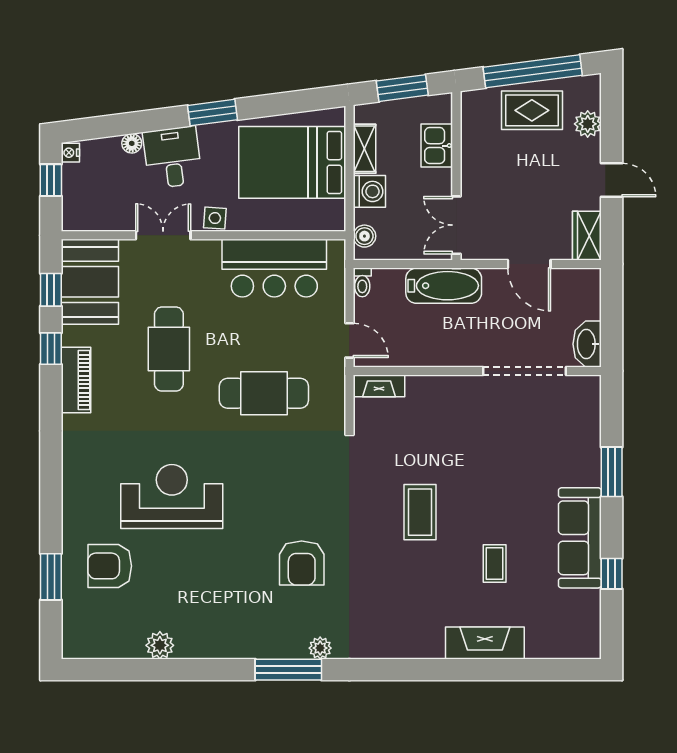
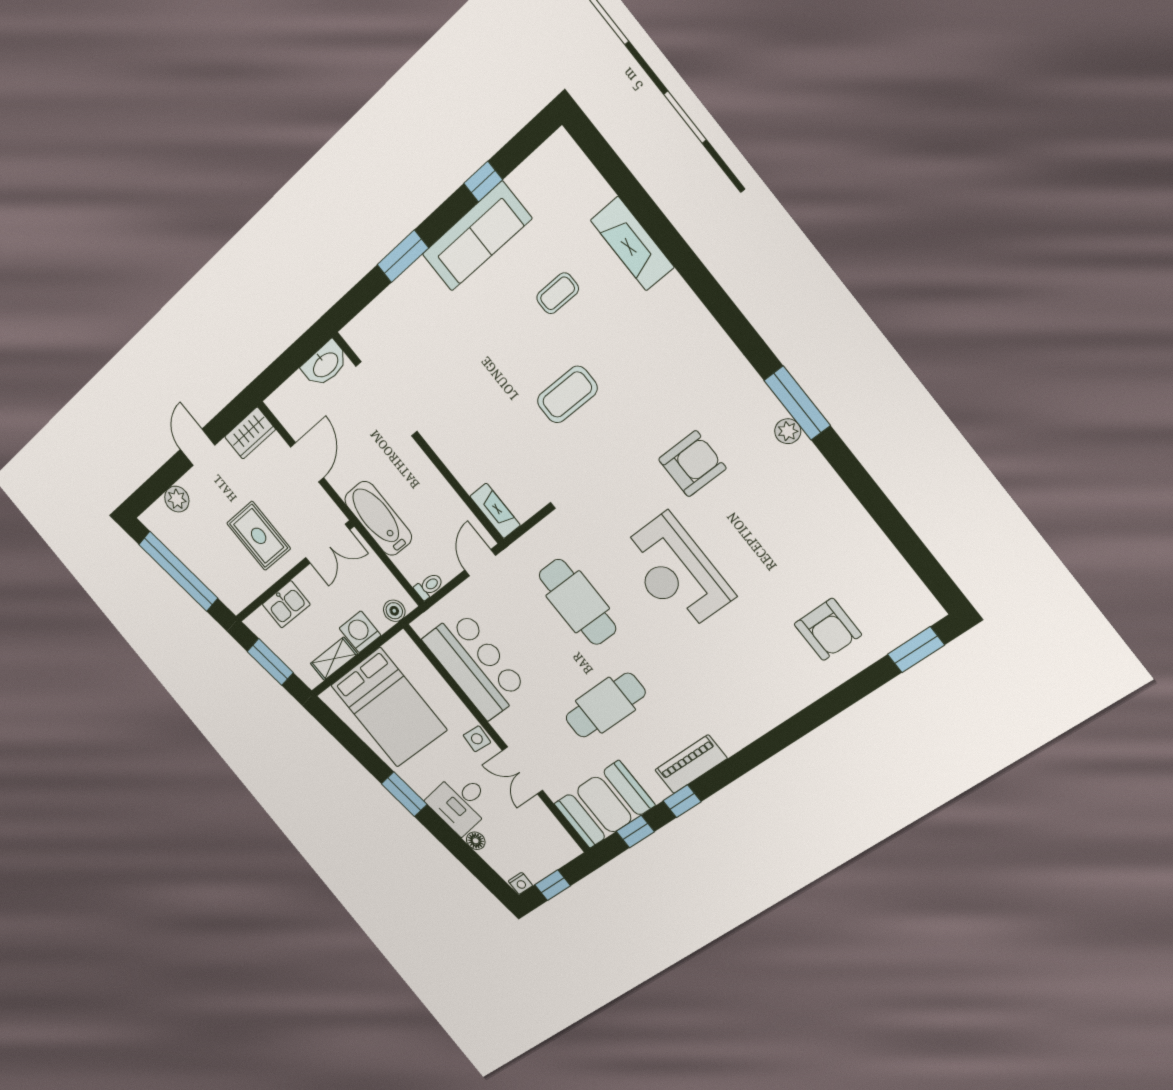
rug: (532, 110) -> (259, 536), moved
reception desk: (172, 496) -> (676, 573), moved
window: (51, 577) -> (916, 650), moved
plant: (160, 645) -> (866, 535), removed
plant: (320, 648) -> (788, 431), moved

